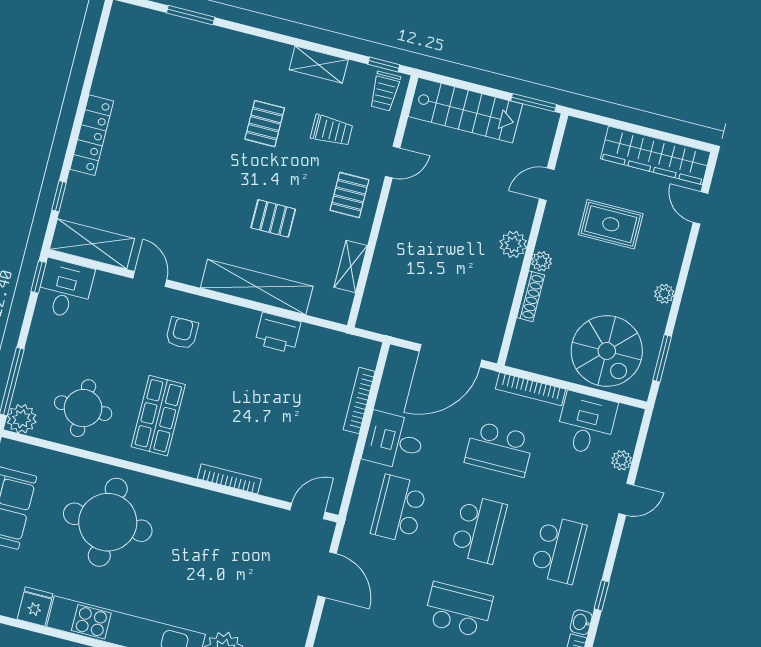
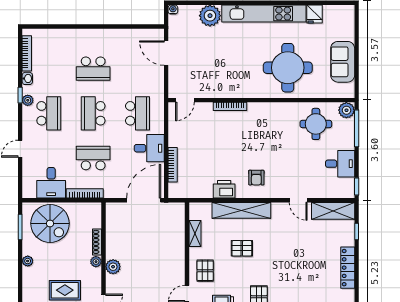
desk: (65, 289) -> (340, 164), moved, turned -90
armchair: (182, 333) -> (256, 178), moved
spiral stairs: (607, 351) -> (50, 223), turned 180
door: (450, 356) -> (144, 200), moved
shop shelf: (158, 416) -> (276, 130), removed
plant: (622, 460) -> (28, 100), moved
school desk: (558, 550) -> (49, 113), turned 180
door: (327, 575) -> (166, 53), moved

